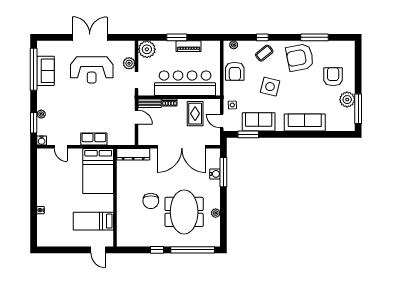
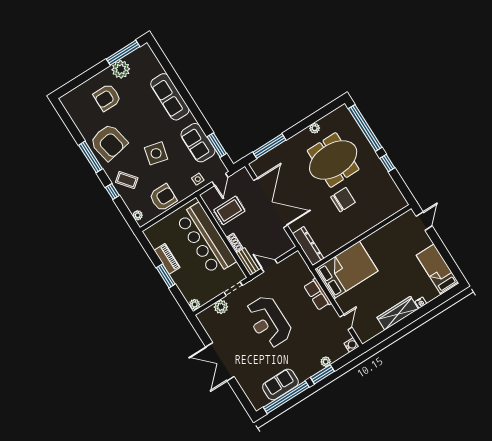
window: (314, 37) -> (91, 157), moved
plant: (147, 49) -> (195, 304), width x0.53, depth x0.53
reception desk: (92, 70) -> (268, 322), moved, turned 180
door: (137, 117) -> (269, 266), hinge flipped
window: (34, 123) -> (322, 374), moved
water cooler: (215, 174) -> (276, 153), removed
wardrobe: (43, 188) -> (398, 313), added
bed: (93, 221) -> (438, 269), moved, turned 180

